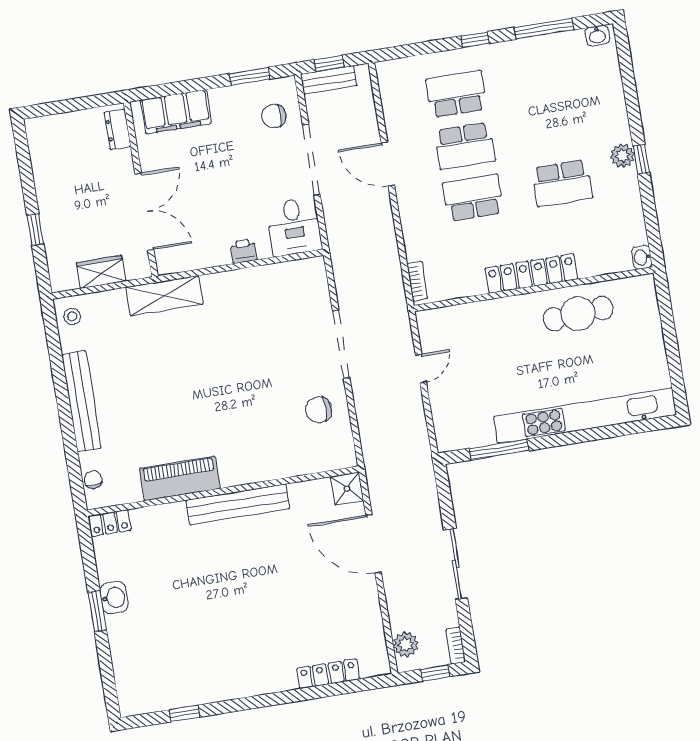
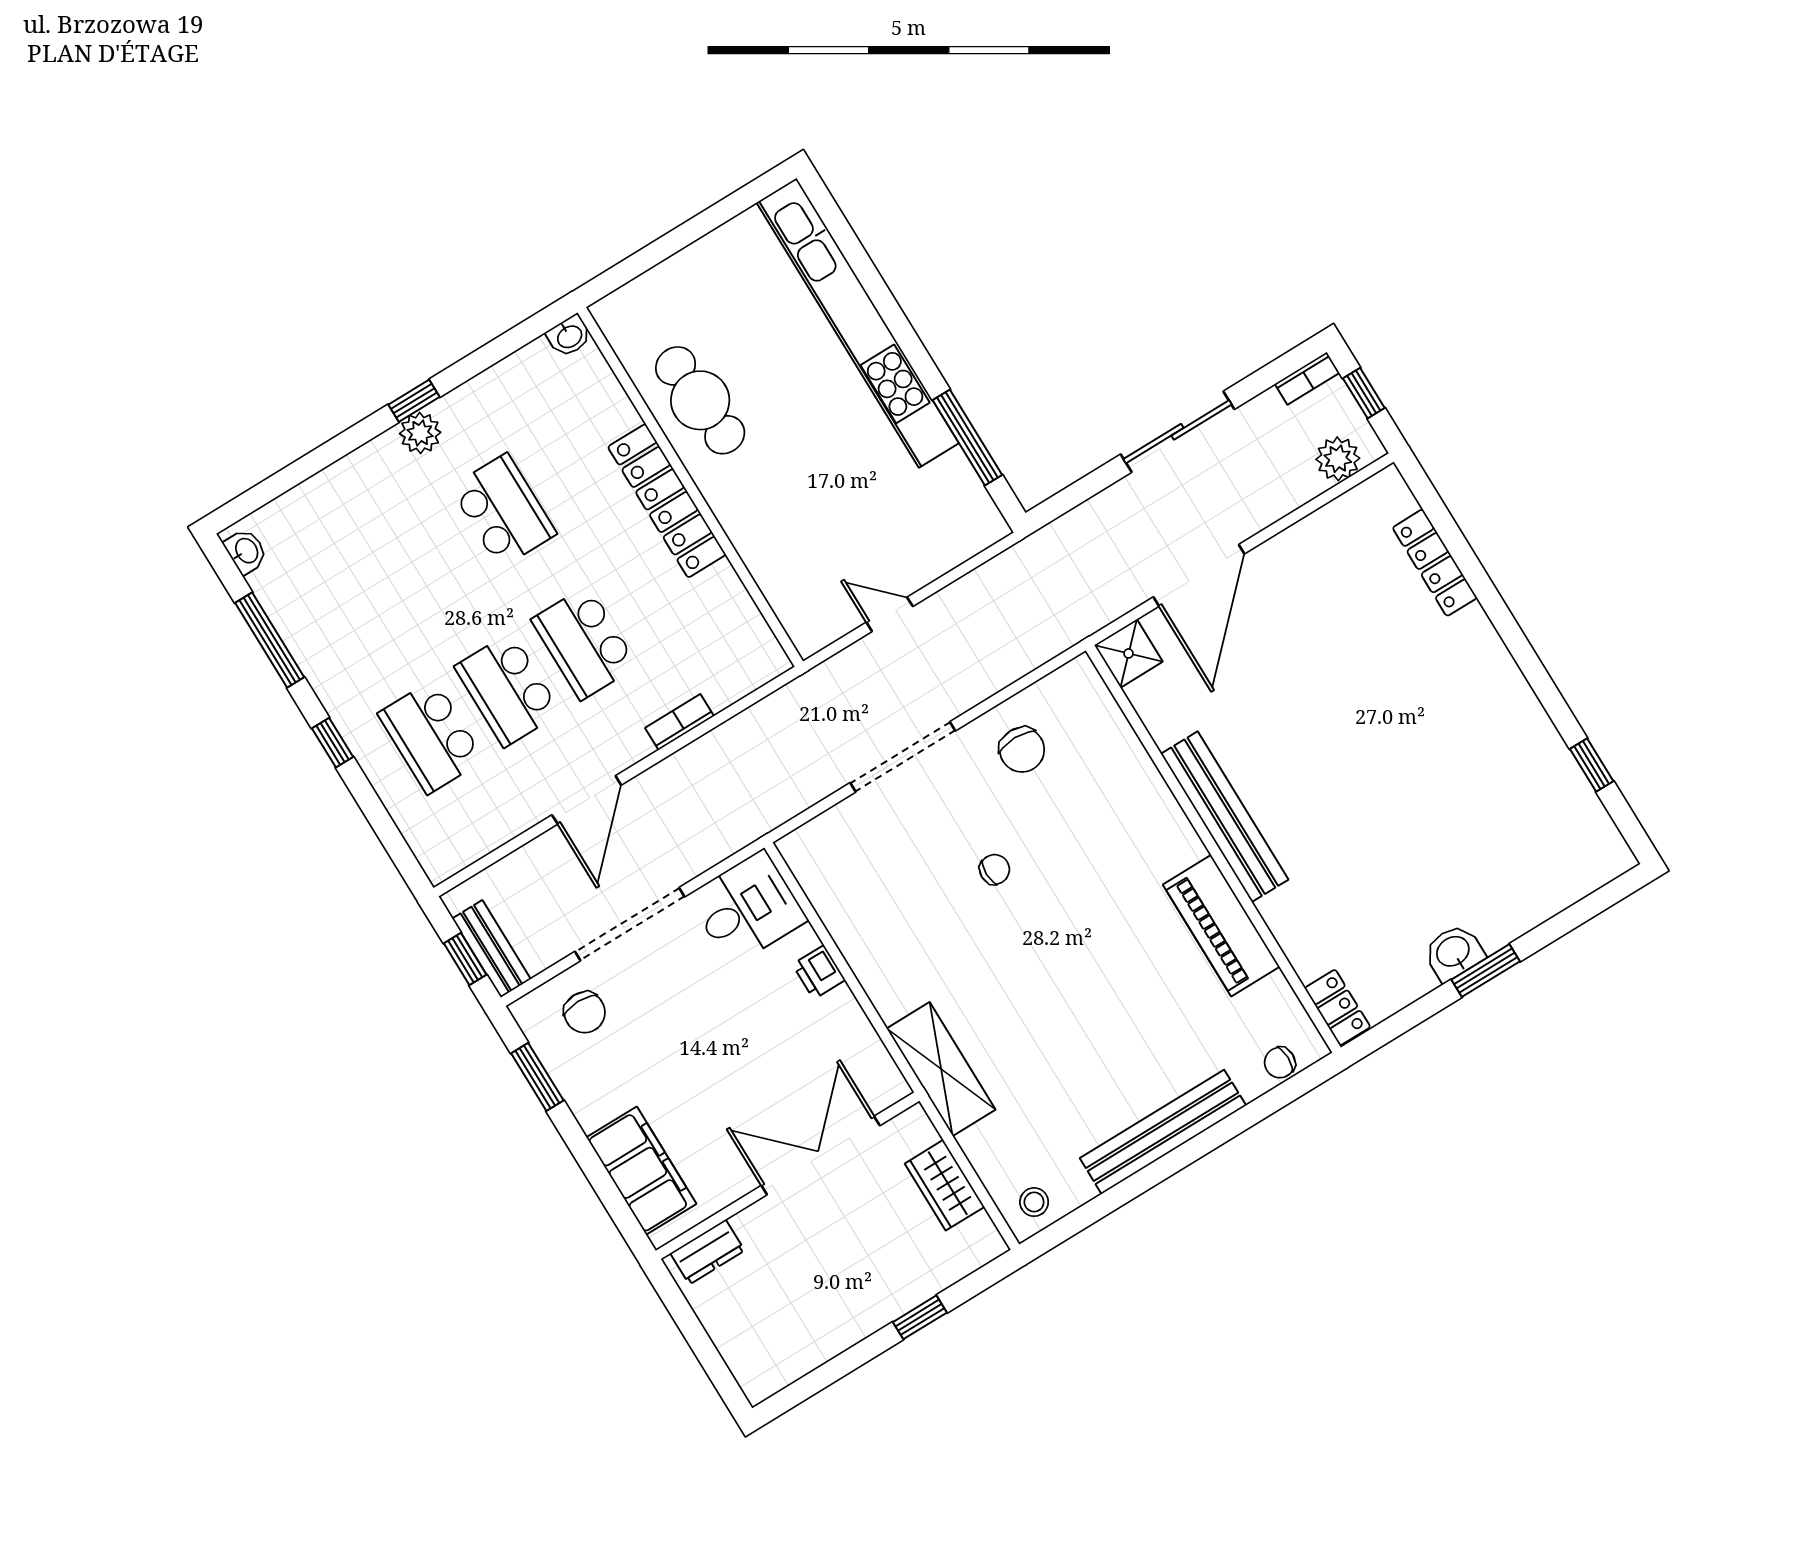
school desk: (465, 146) -> (508, 690), turned 180
bookcase: (417, 281) -> (680, 722), moved
chair: (260, 369) -> (995, 869), added

